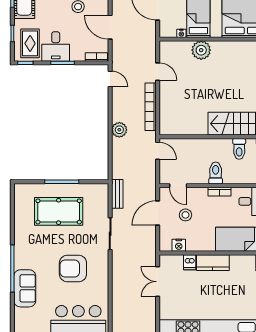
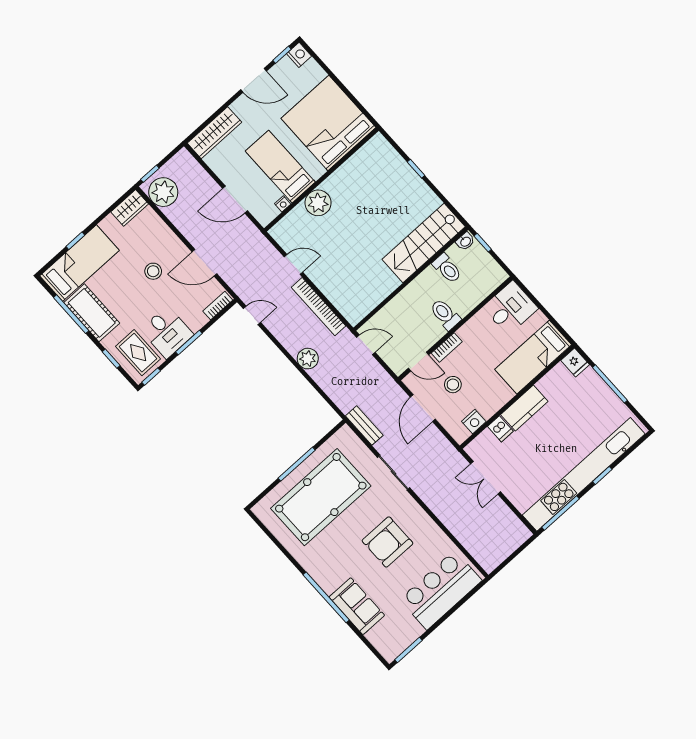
bookcase: (219, 192) -> (447, 347), moved
pool table: (59, 211) -> (321, 497), width x1.36, depth x1.32

